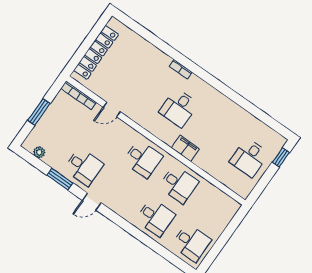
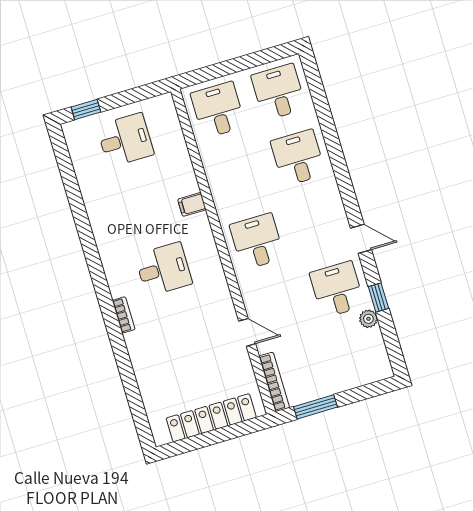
window: (39, 112) -> (316, 407), moved
filing cabinet: (185, 148) -> (192, 204), width x0.50
plant: (39, 152) -> (368, 319), moved
window: (60, 179) -> (378, 297), width x0.67
desk: (179, 184) -> (218, 110), moved

